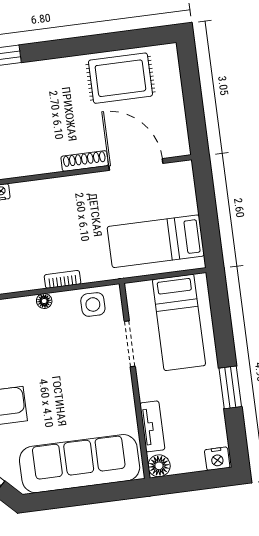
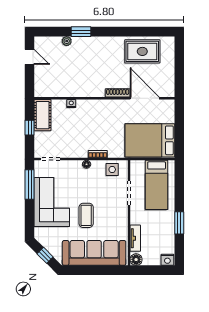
bed: (156, 241) -> (150, 140), width x1.50
coffee table: (56, 396) -> (86, 215), added

